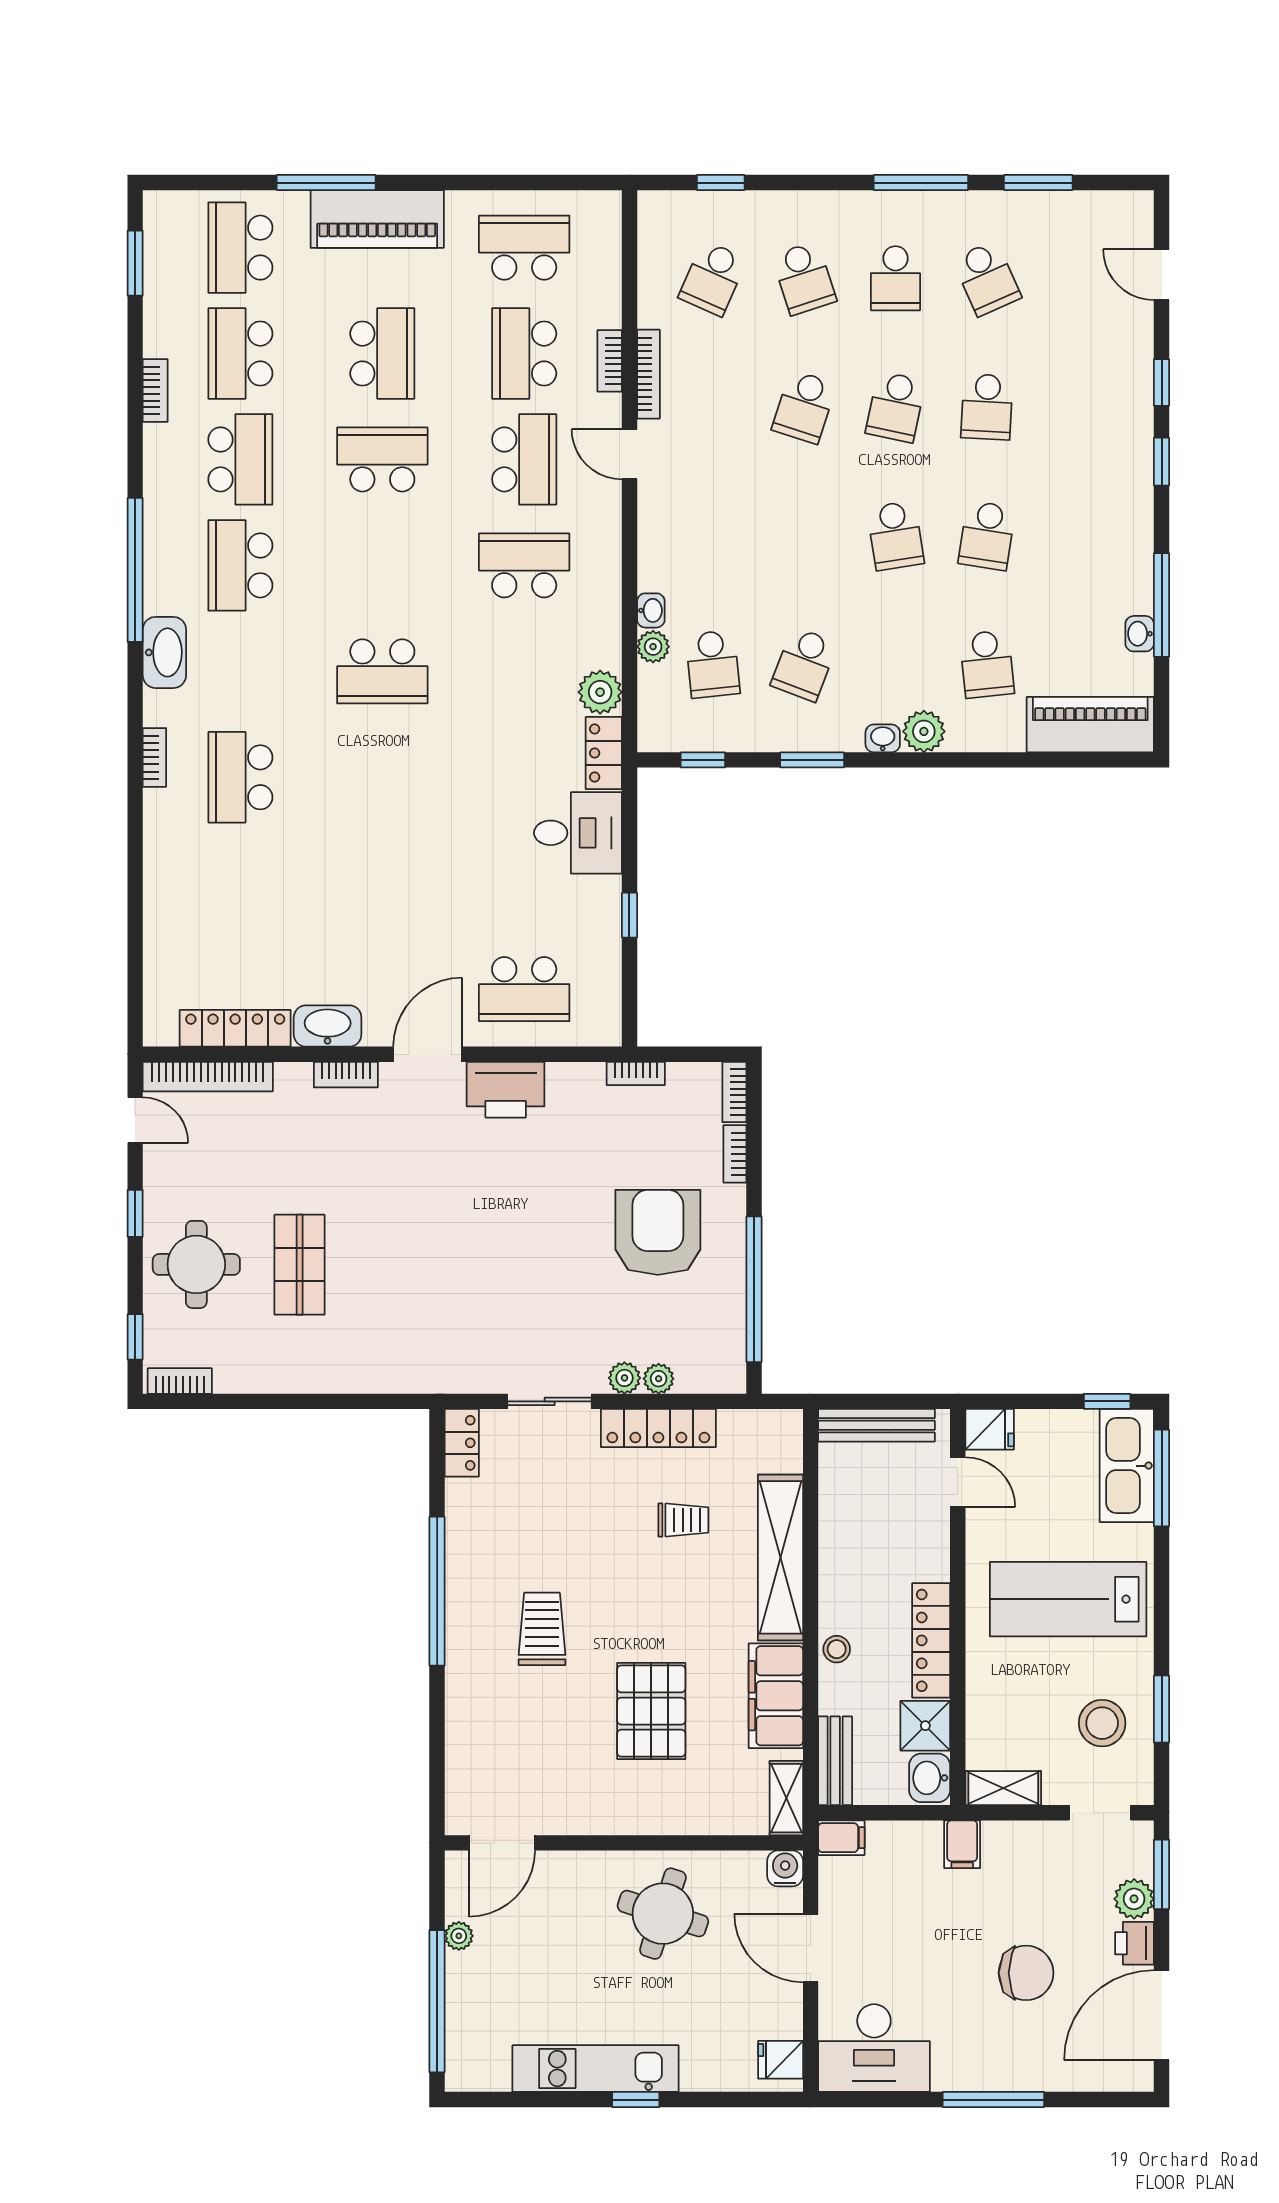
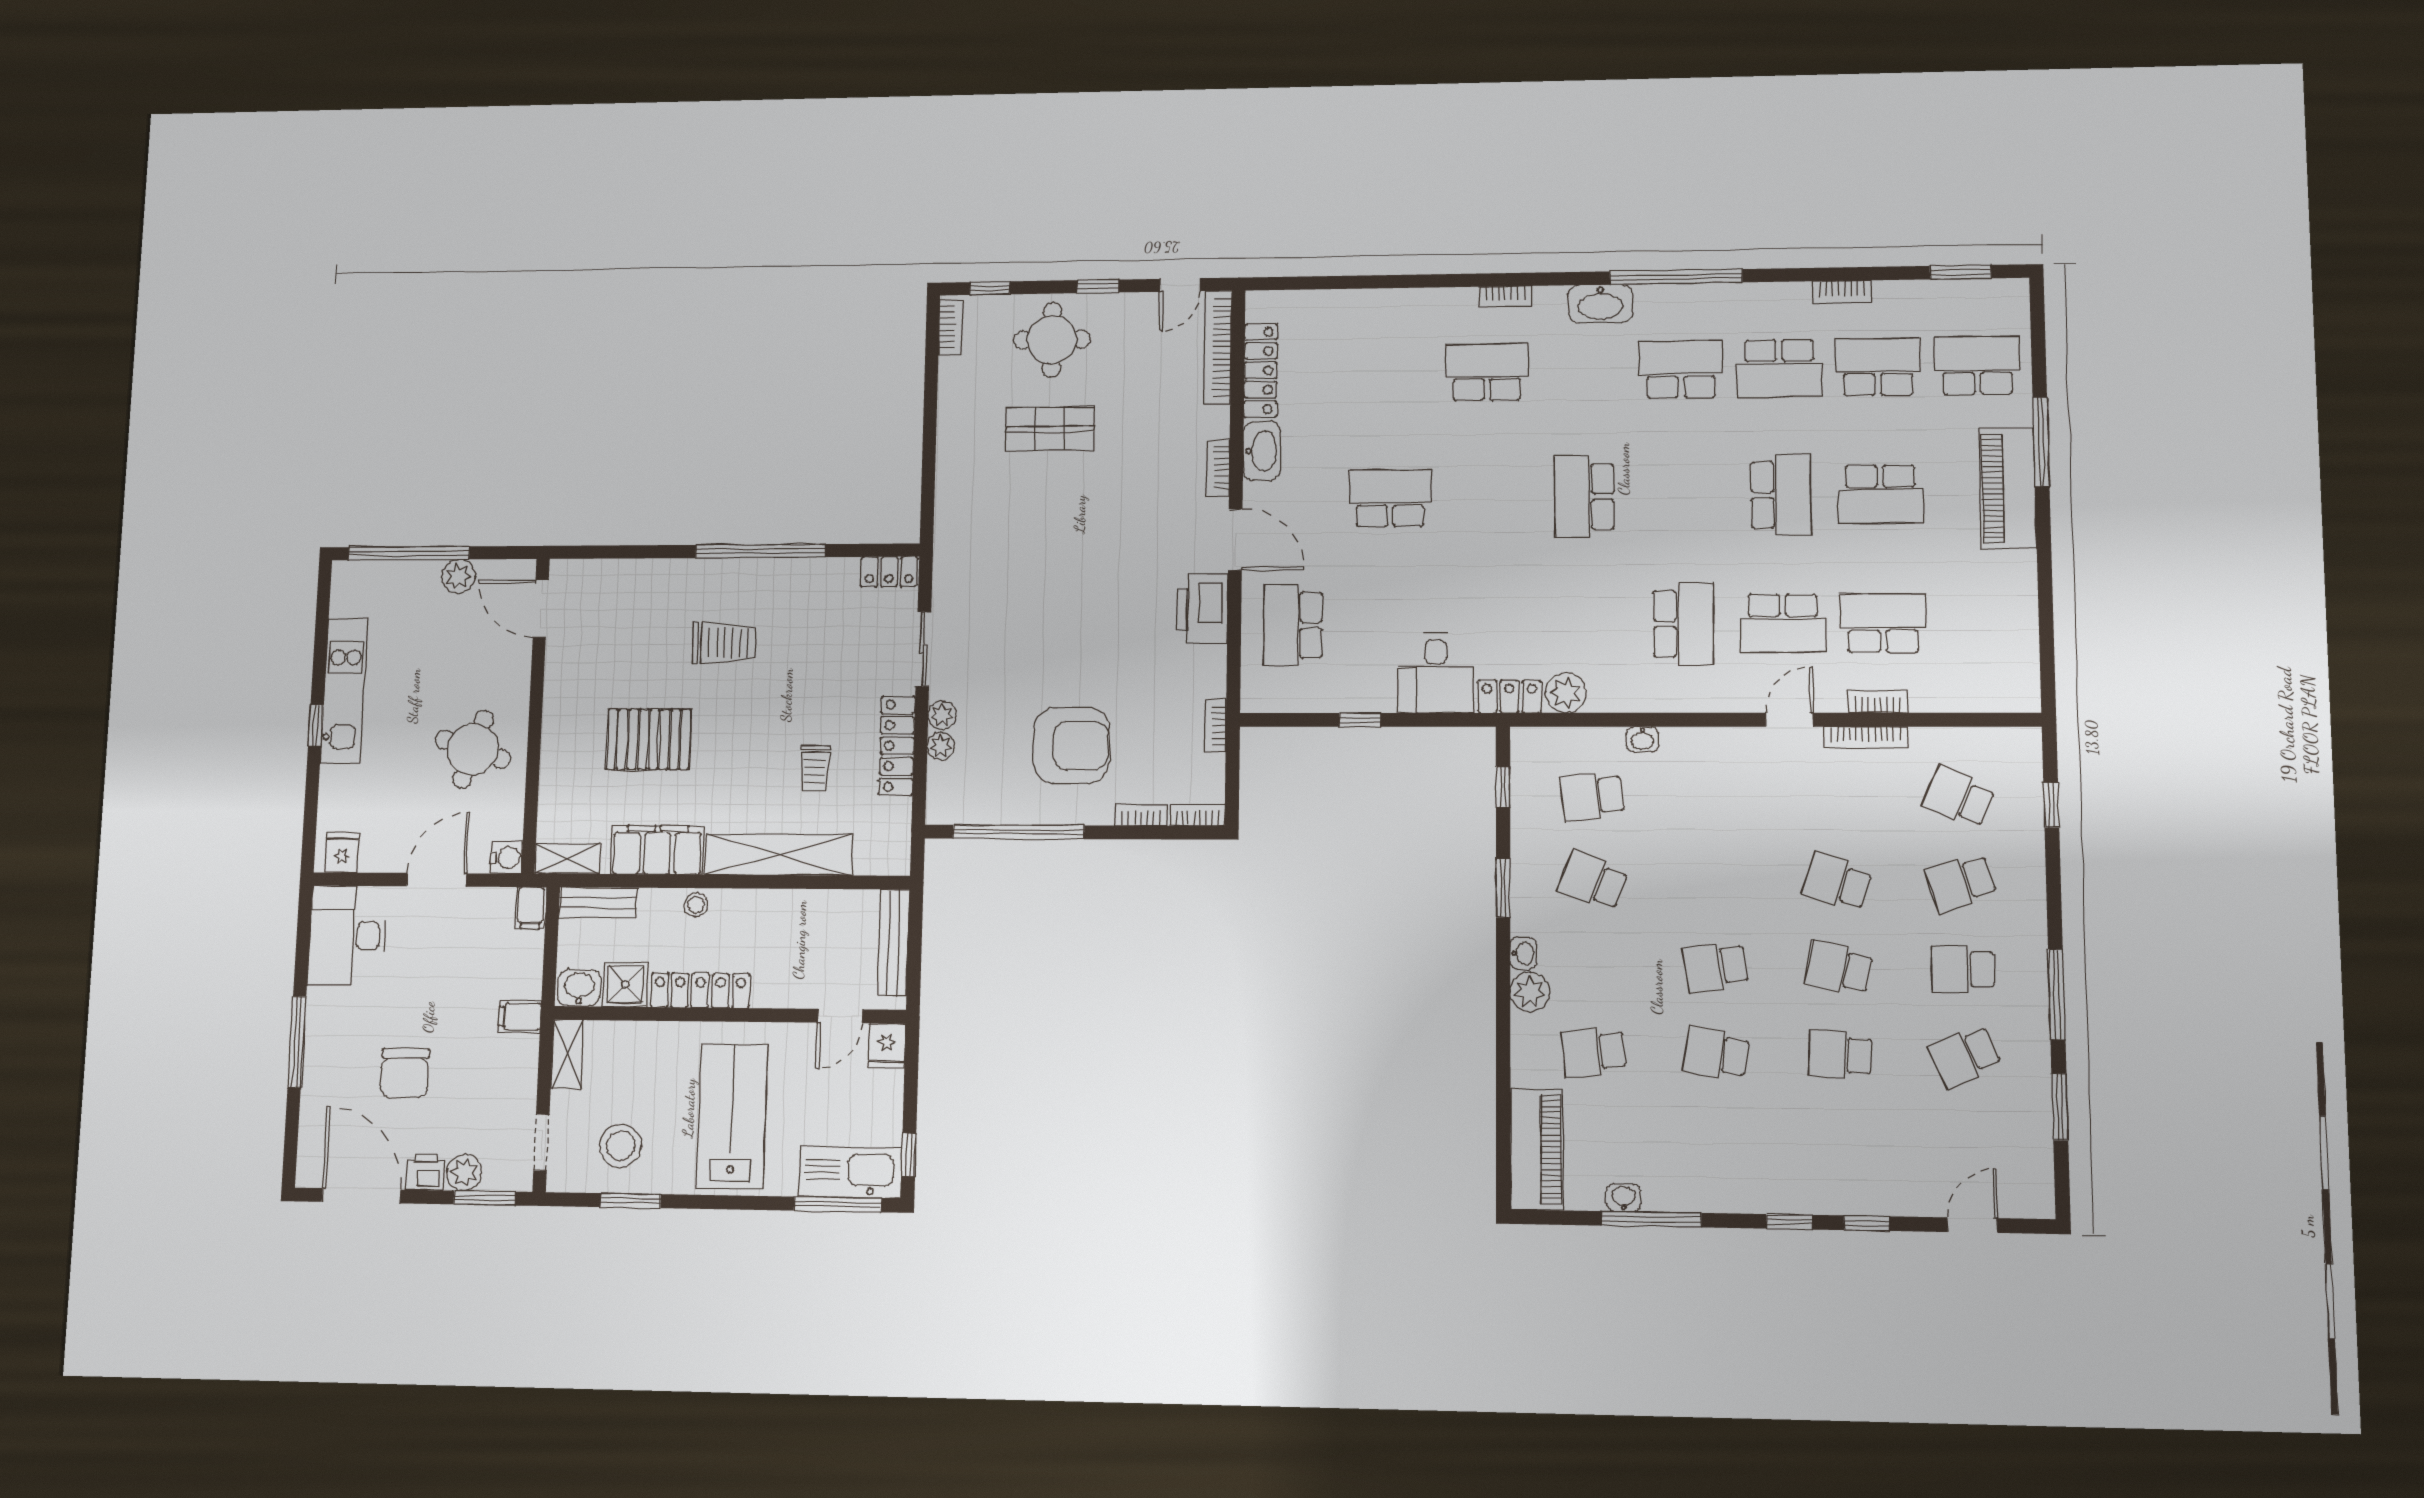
school desk: (524, 248) -> (1390, 498), moved, turned -90
plant: (653, 647) -> (1608, 741), removed
plant: (459, 1936) -> (458, 576), width x1.38, depth x1.38

